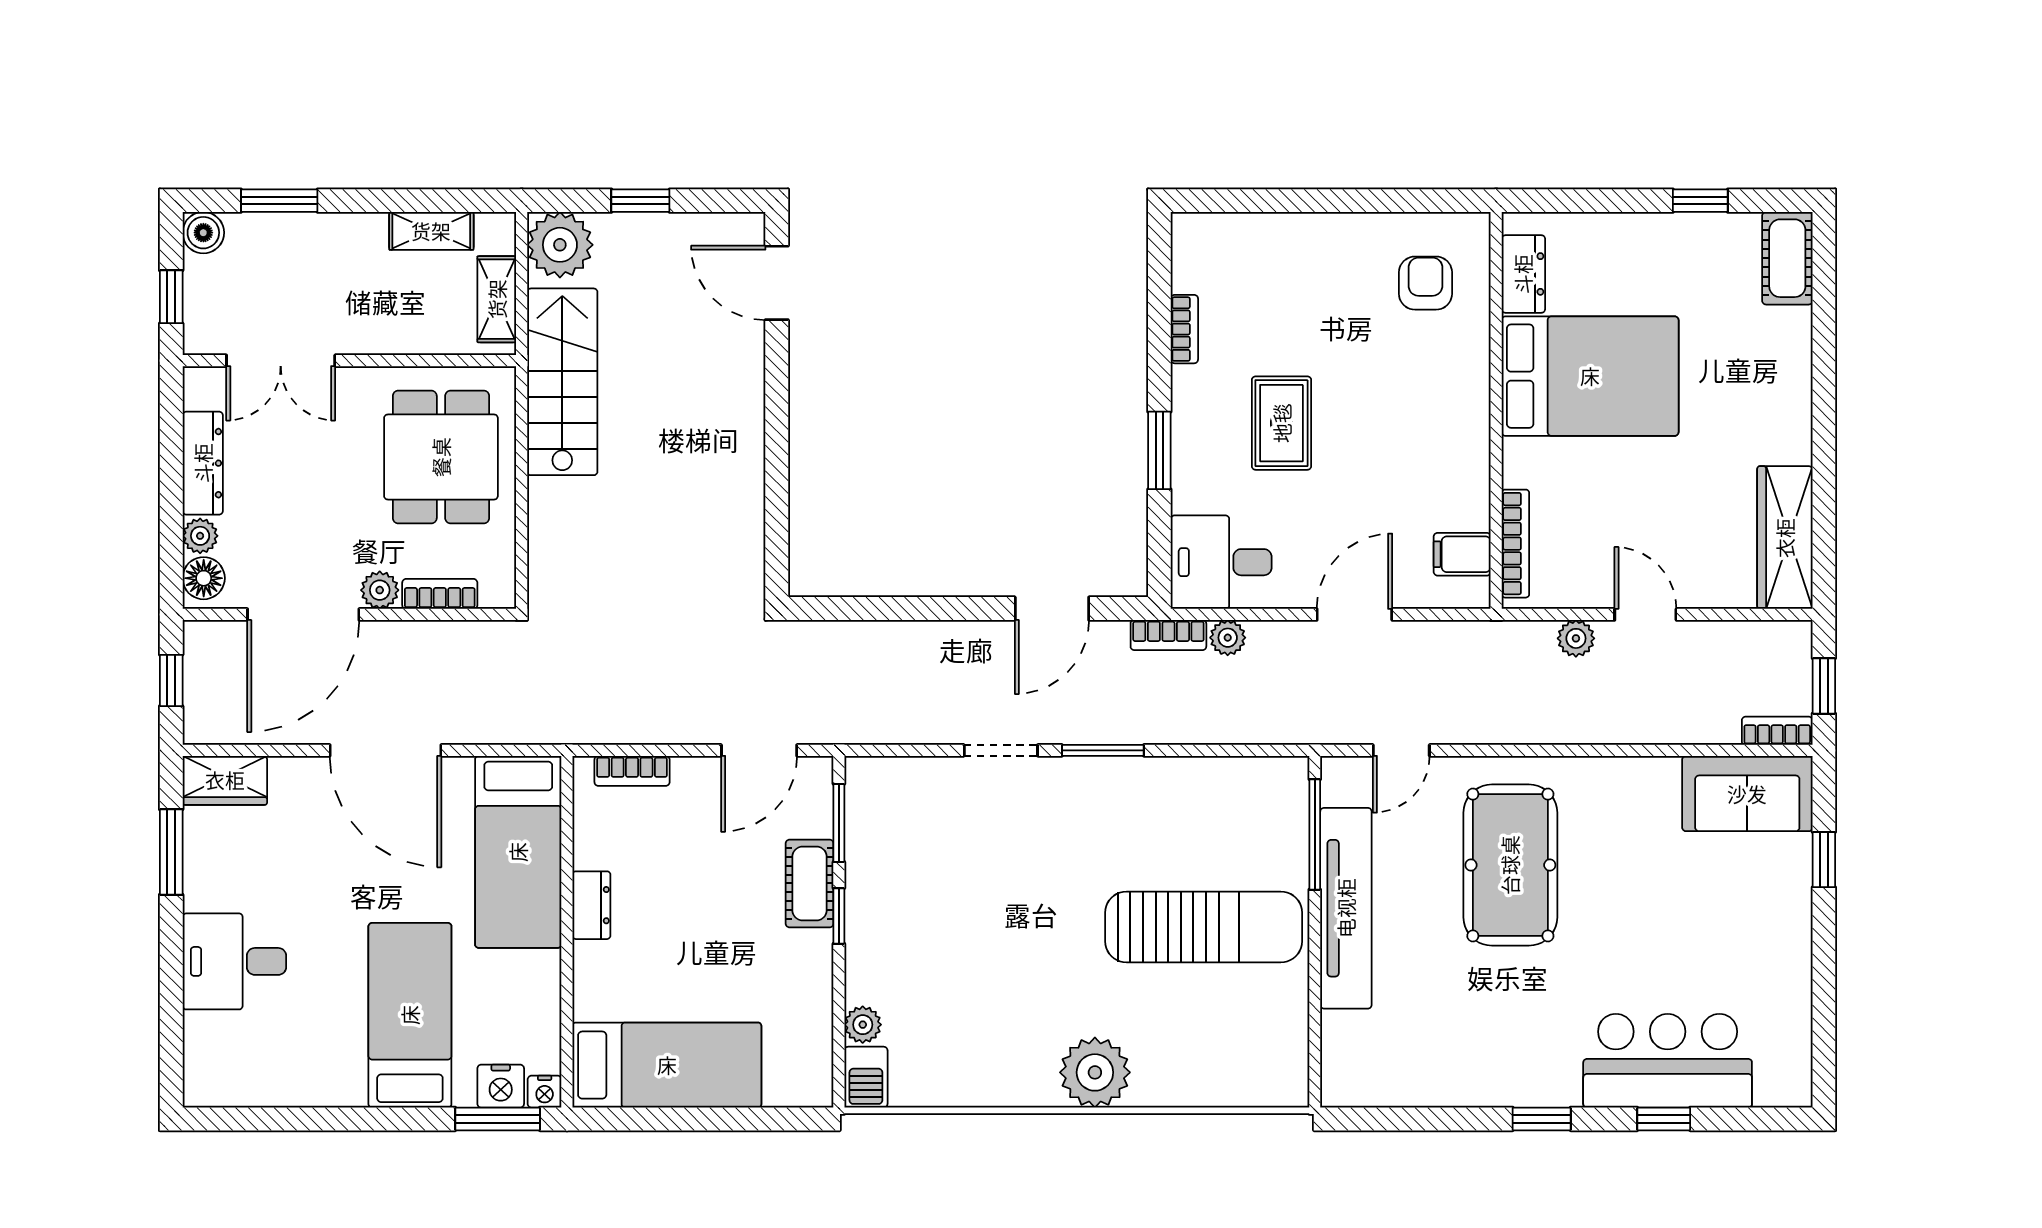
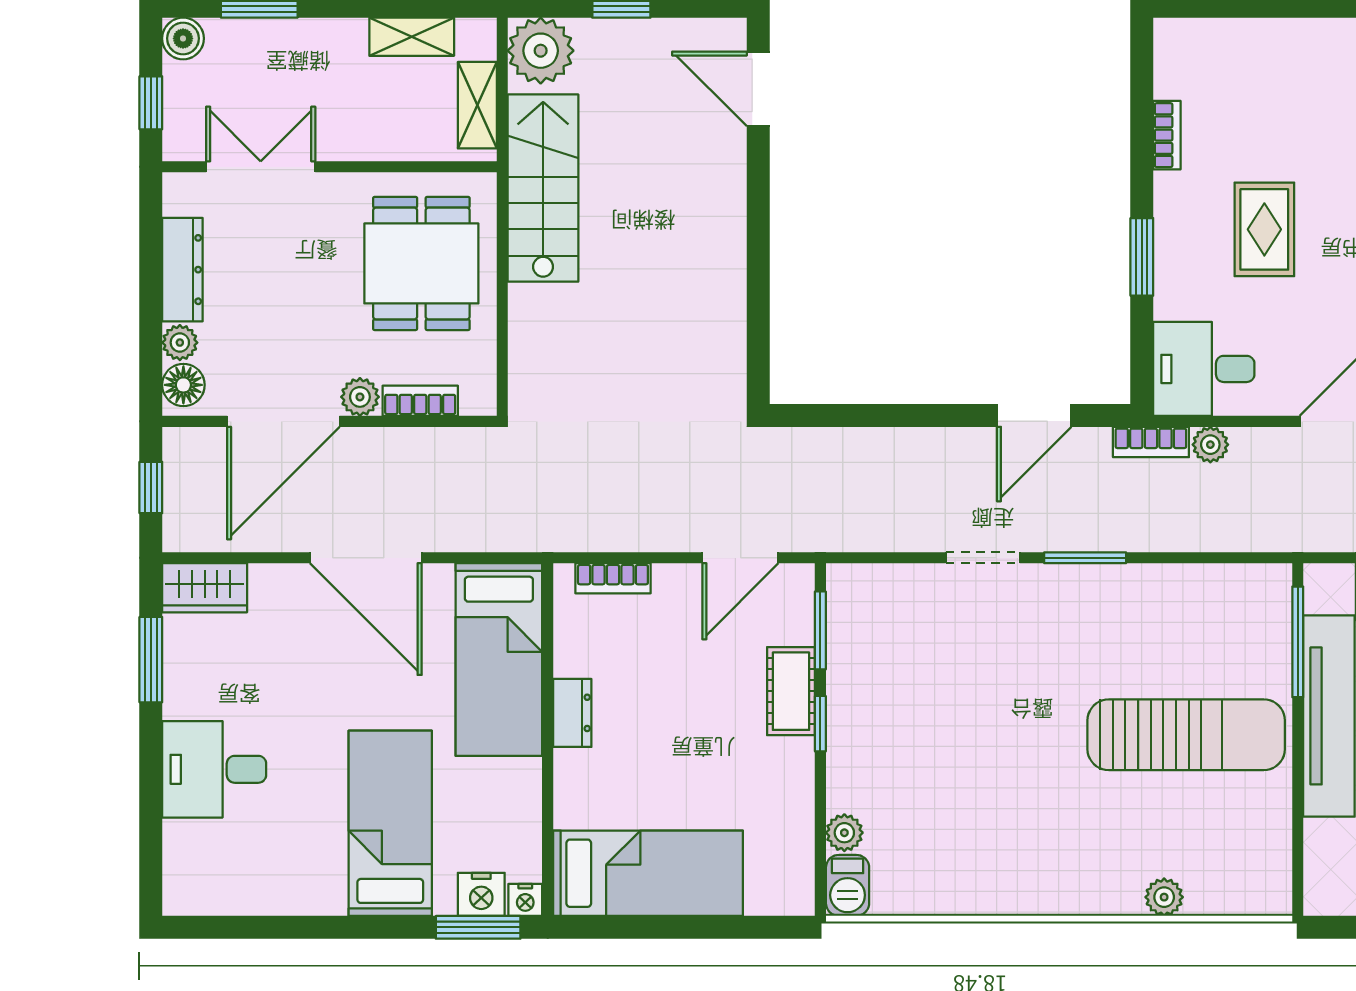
double door: (281, 361) -> (261, 167), swing flipped
plant: (1095, 1072) -> (1164, 897), moved, width x0.53, depth x0.53

